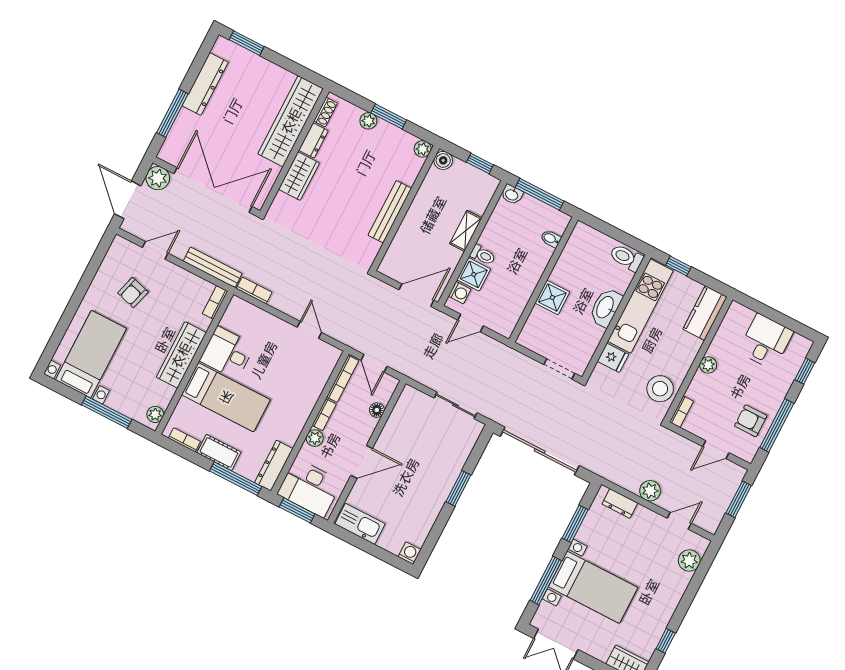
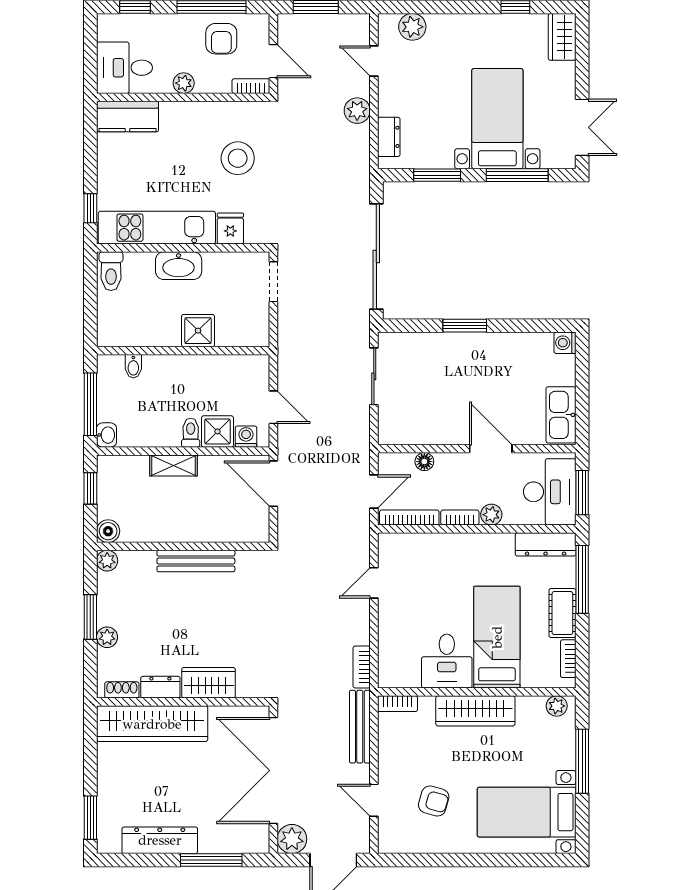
kitchen counter: (705, 313) -> (128, 117), moved
wall: (698, 359) -> (183, 97), moved
plant: (708, 365) -> (184, 83), moved
bookcase: (681, 412) -> (251, 86), moved

